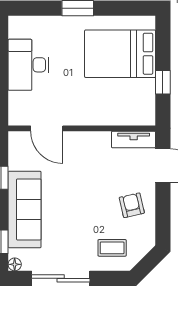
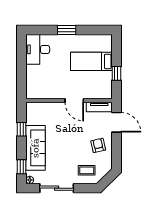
bed: (120, 54) -> (91, 61), width x0.67
desk: (28, 65) -> (38, 49), moved
door: (47, 128) -> (74, 100), moved

